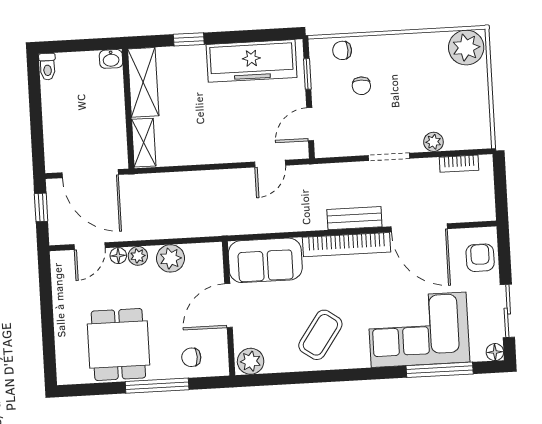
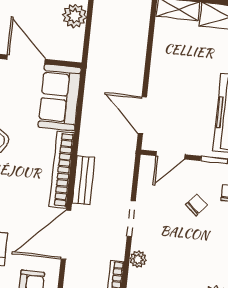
chair: (361, 86) -> (196, 205), turned 131
door: (310, 124) -> (171, 155), swing flipped
door: (270, 164) -> (142, 115), width x1.38

